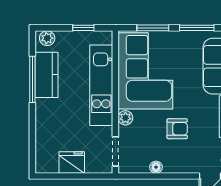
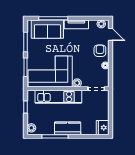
kitchen counter: (46, 75) -> (68, 128), moved
armchair: (177, 129) -> (100, 51), moved
fridge: (72, 162) -> (103, 128), moved

